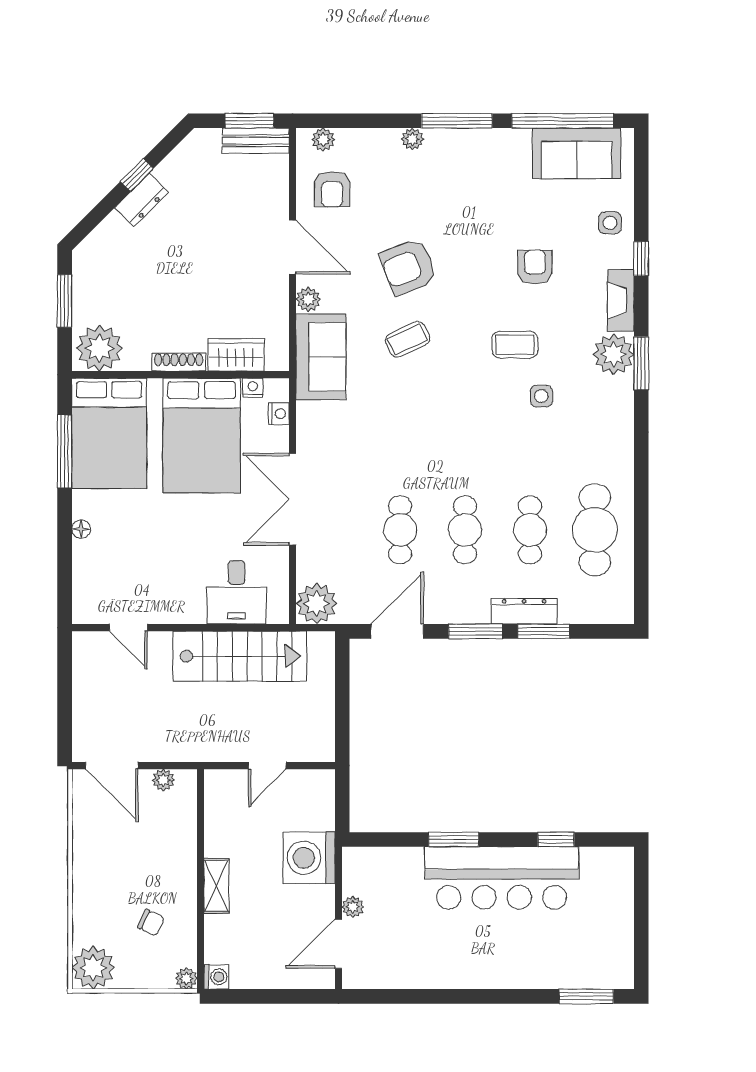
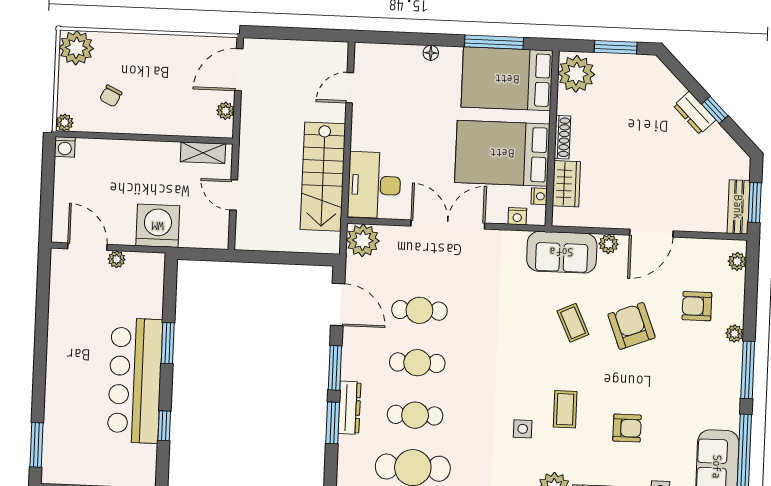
armchair: (332, 189) -> (697, 306), moved
desk: (237, 592) -> (374, 185), width x1.37
shelving: (216, 886) -> (203, 153), moved

